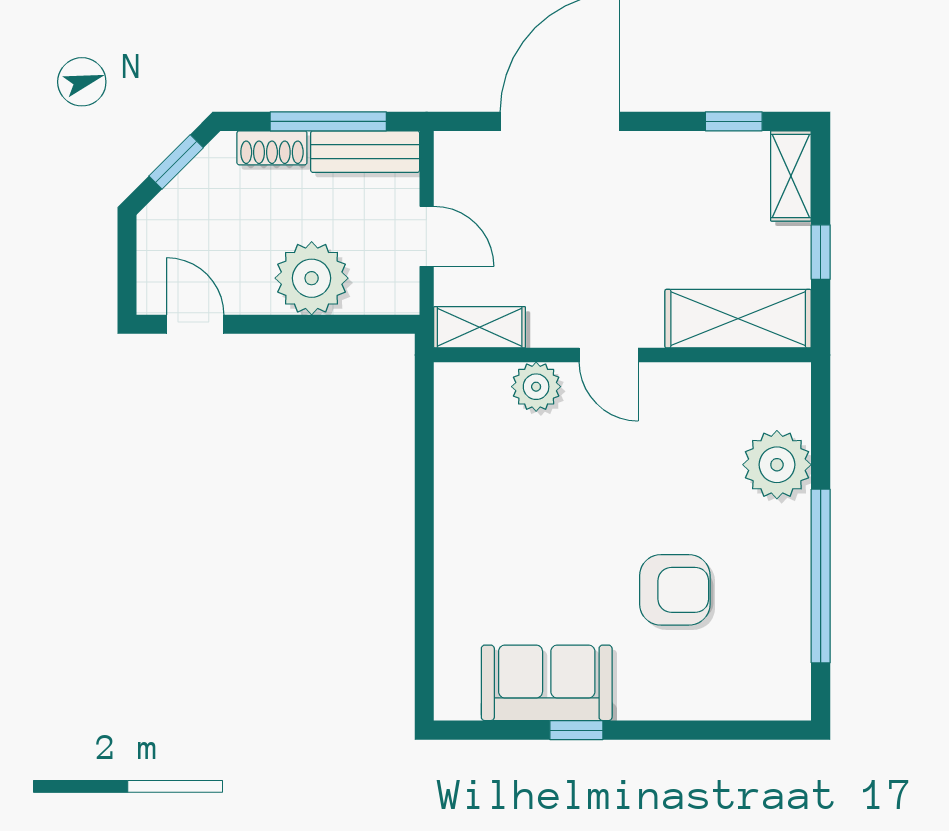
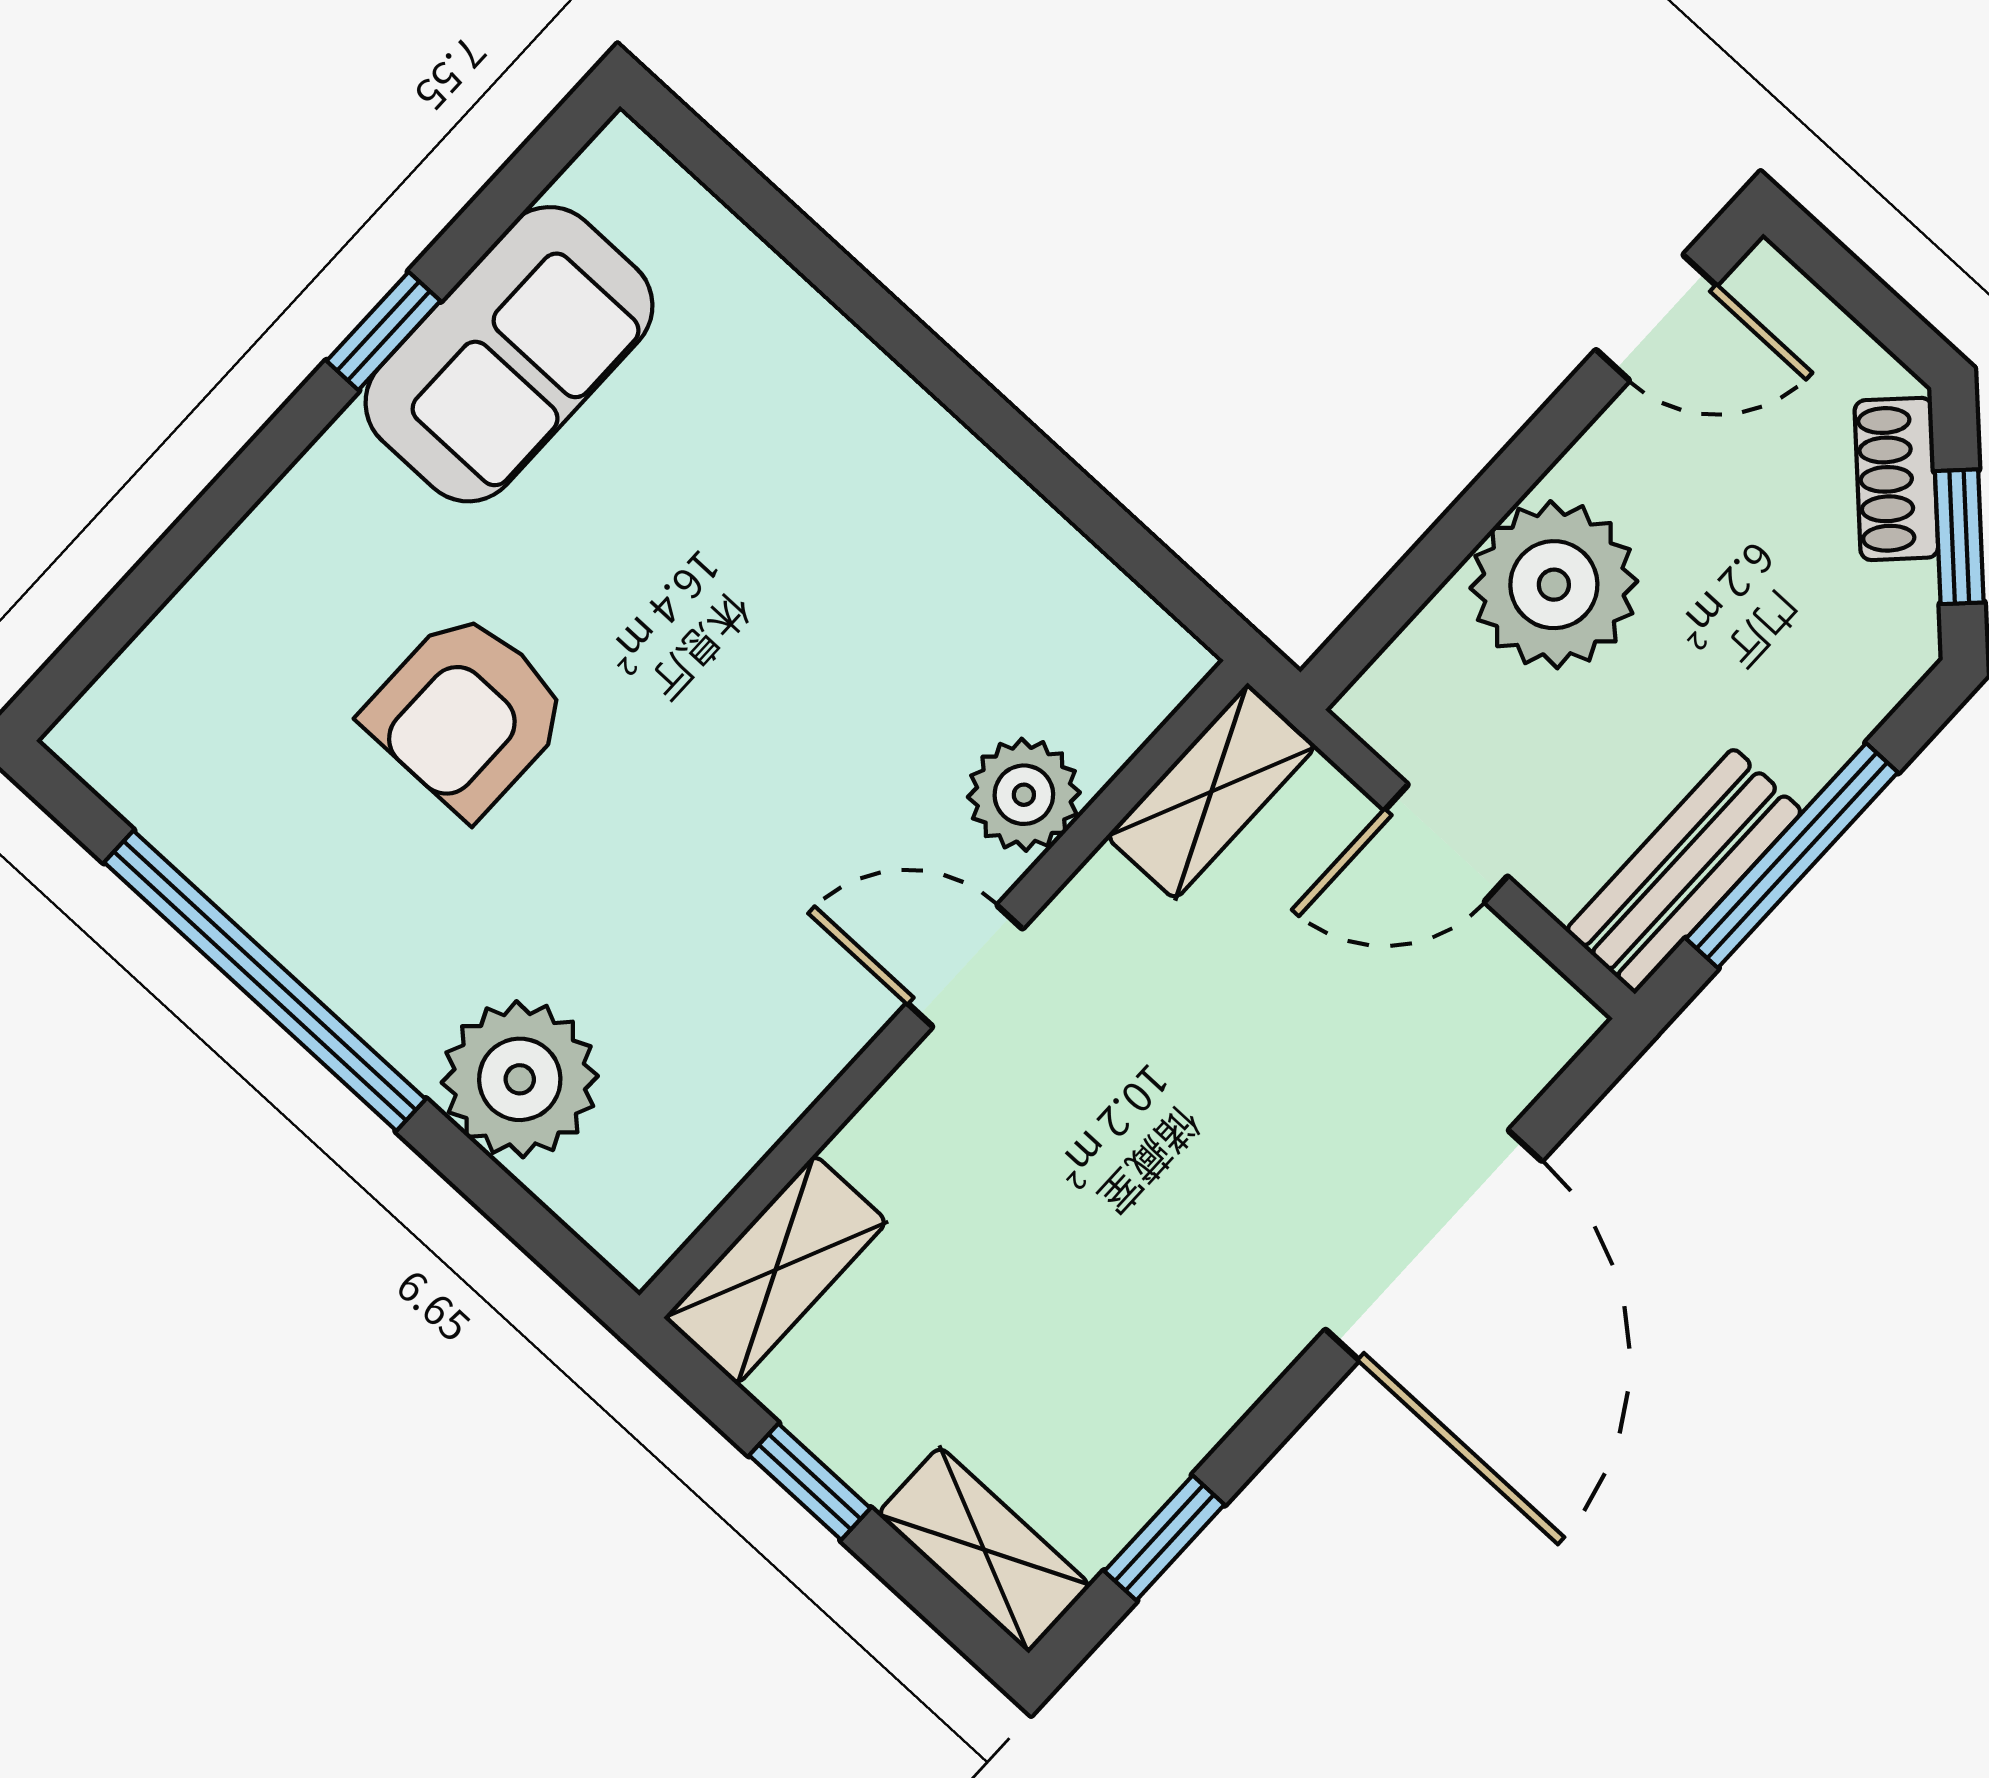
shoe rack: (272, 148) -> (1896, 479), moved, turned -45
shelving: (738, 319) -> (776, 1270), width x0.67, depth x0.75

